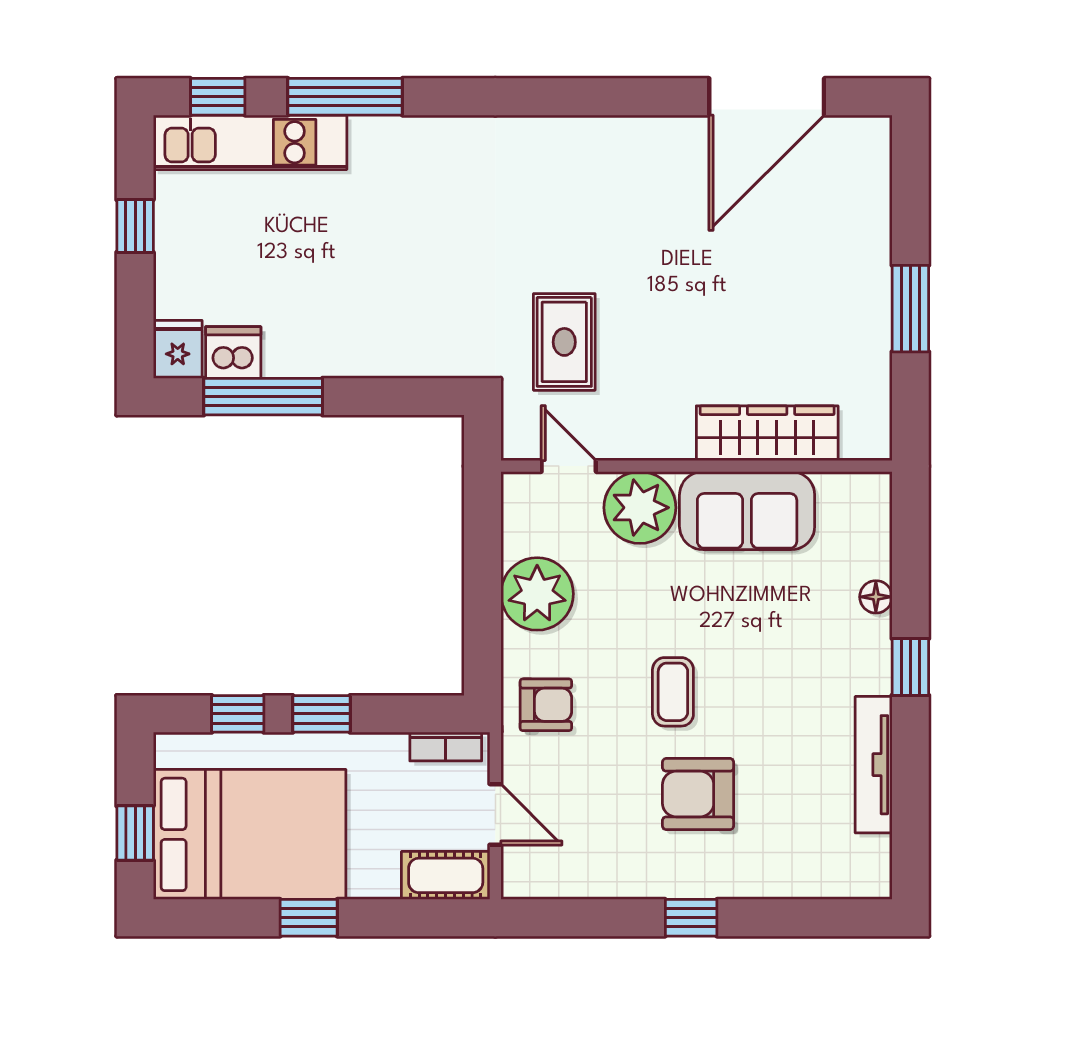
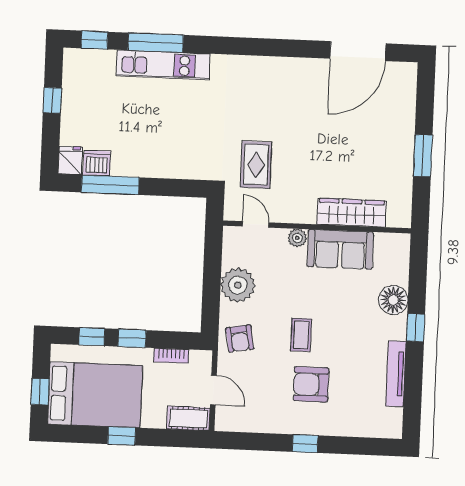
kitchen unit: (250, 142) -> (163, 65), moved
plant: (640, 508) -> (297, 238), width x0.53, depth x0.53
floor lamp: (876, 597) -> (393, 300), width x1.89, depth x1.89
armchair: (546, 705) -> (240, 338), turned 80
bookcase: (446, 747) -> (171, 356), moved

